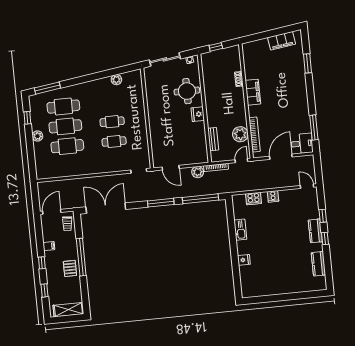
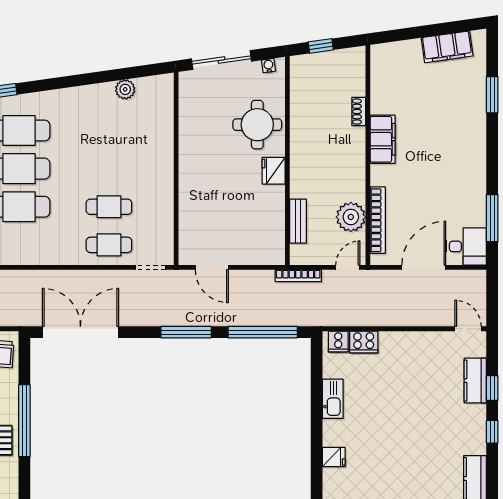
cafe table: (112, 122) -> (109, 245), moved
plant: (198, 172) -> (262, 281), removed
cooker: (273, 196) -> (338, 341), moved
kitchen counter: (315, 231) -> (475, 381), moved

